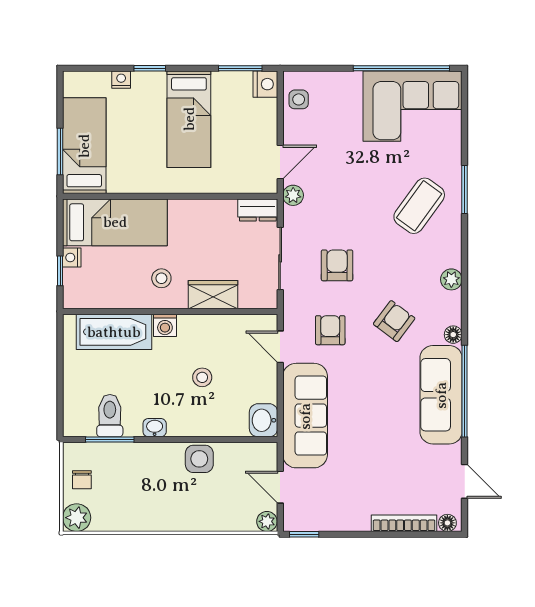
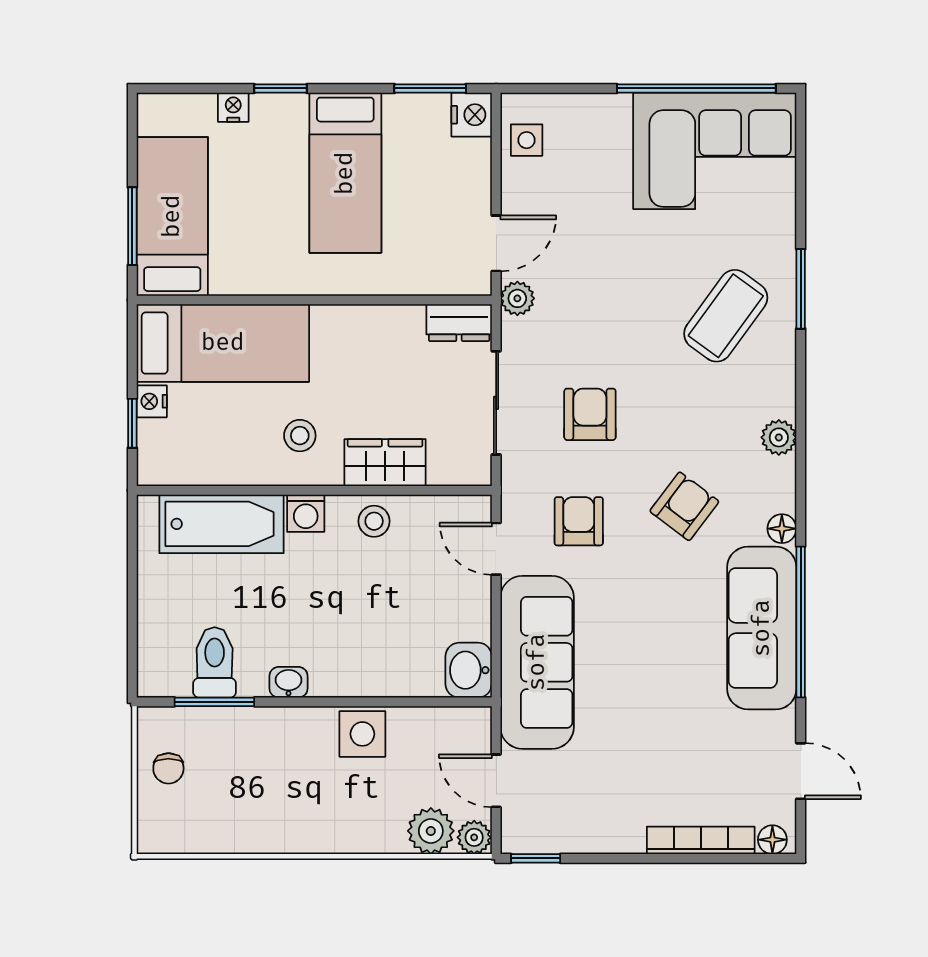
stool: (202, 377) -> (374, 521), moved
plant: (77, 518) -> (431, 831), moved

